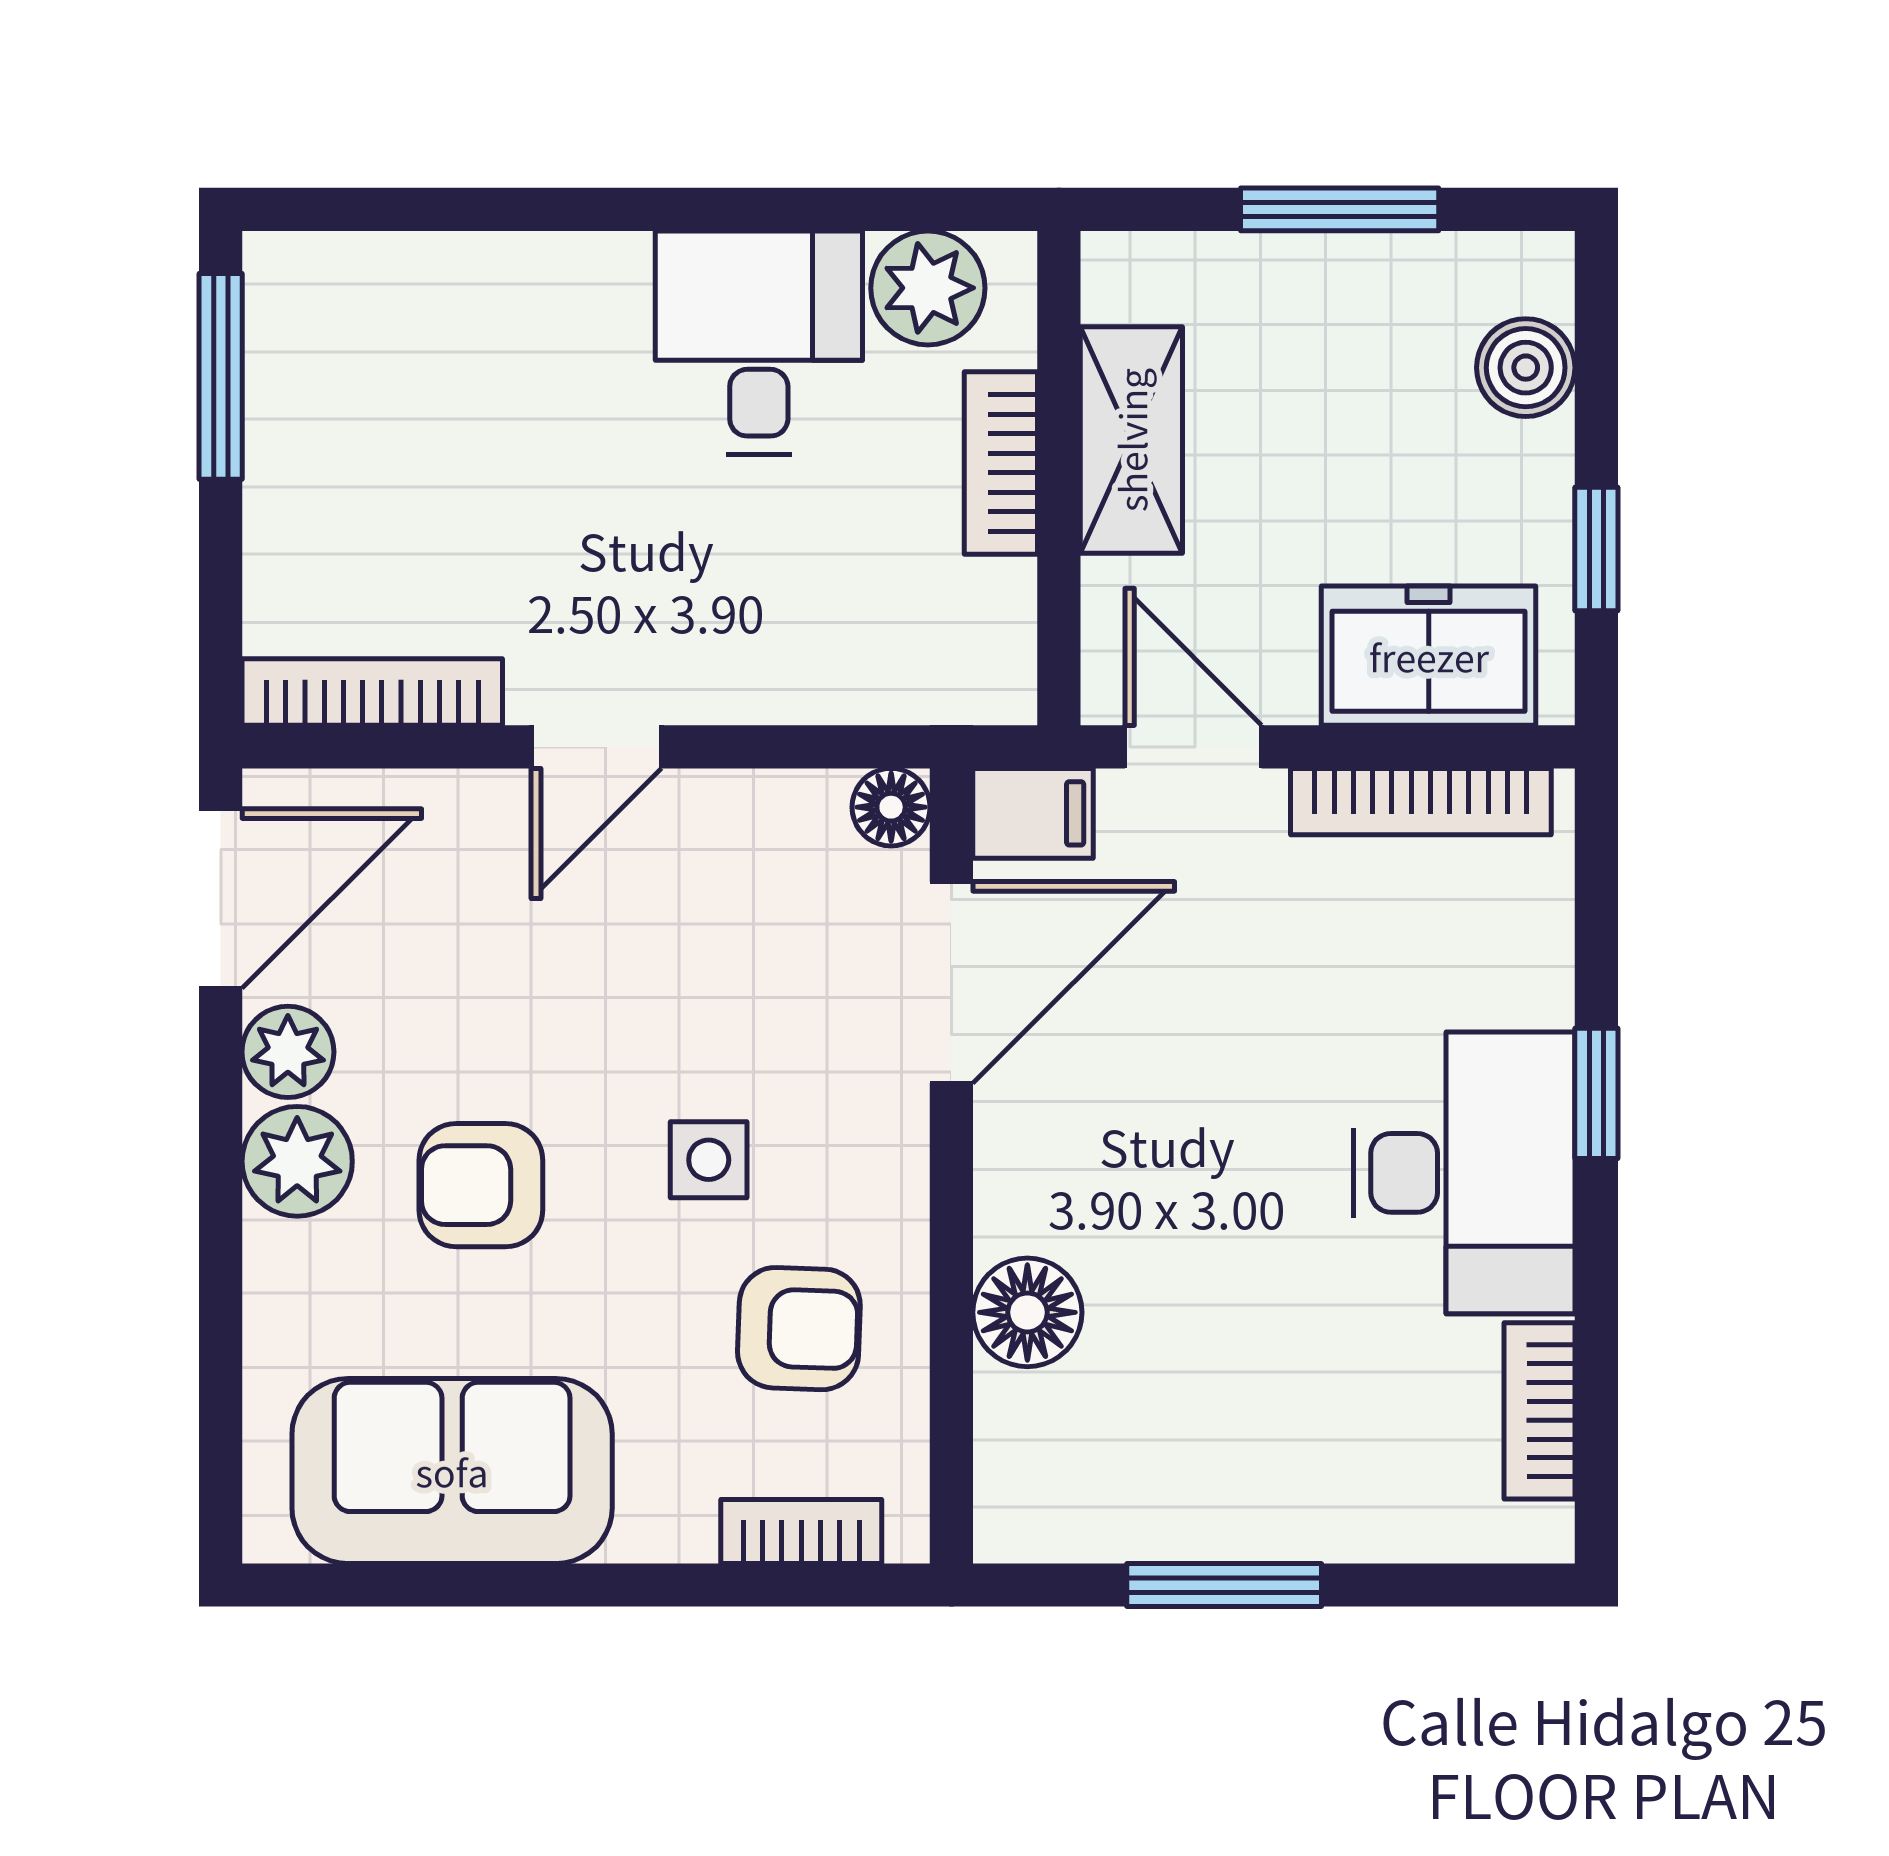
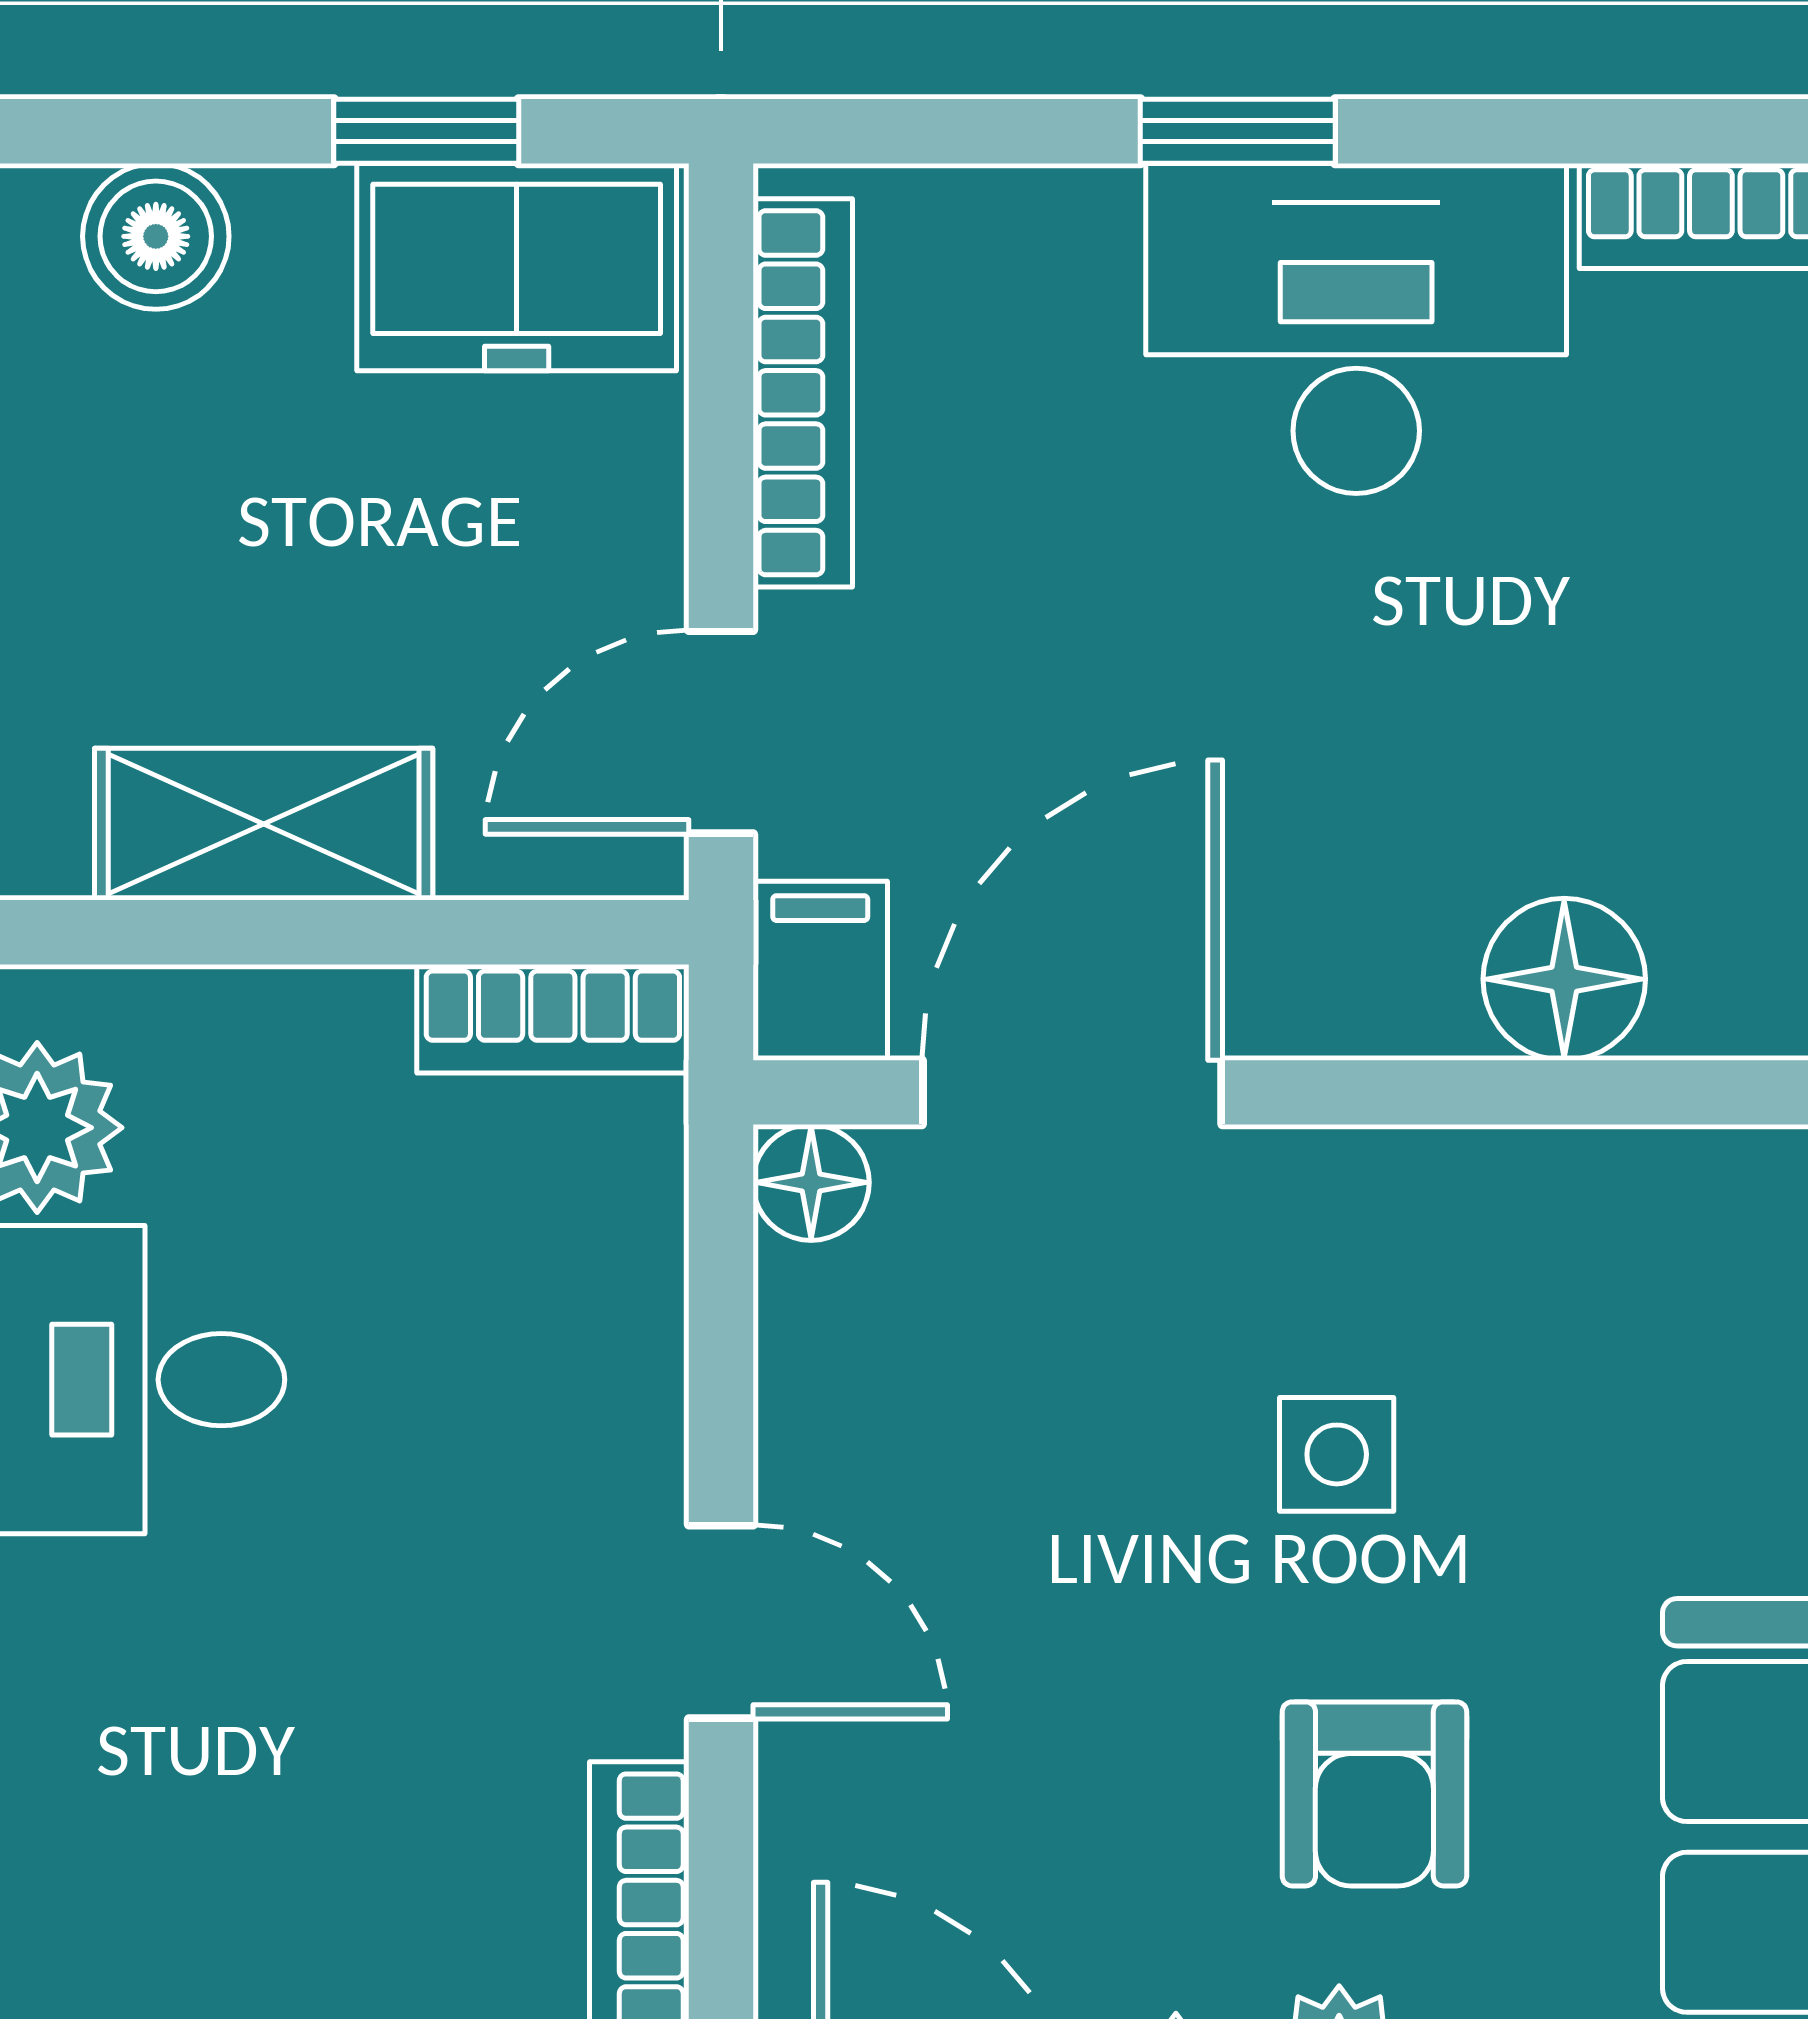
bookcase: (1001, 463) -> (553, 1019), moved
freezer: (1429, 656) -> (517, 267), moved, turned -90
door: (951, 982) -> (1072, 1092), hinge flipped
armchair: (799, 1329) -> (1588, 1320), removed

